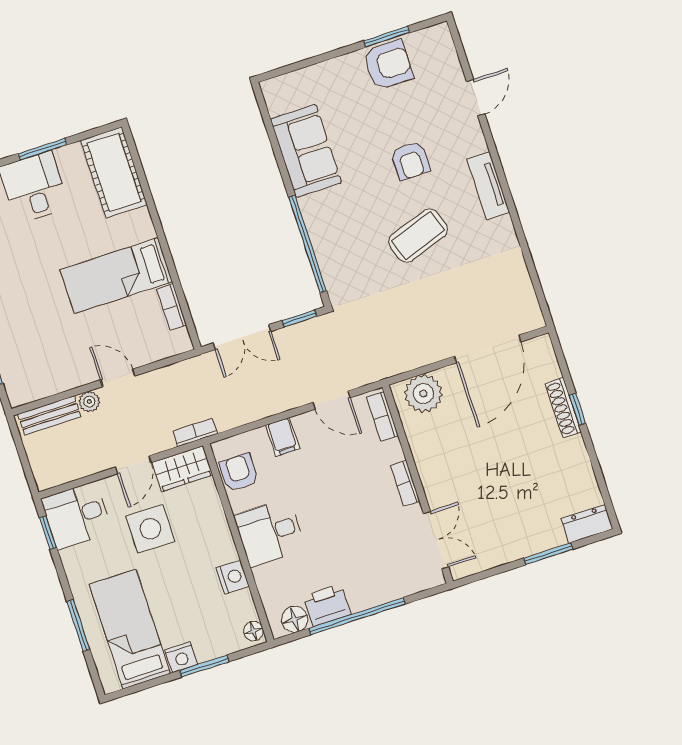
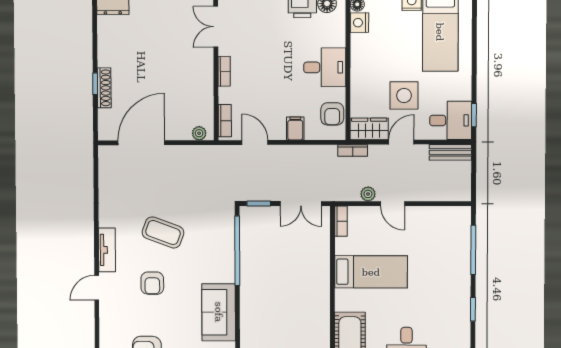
door: (476, 98) -> (97, 288), moved
armchair: (410, 161) -> (152, 283), turned 180
coffee table: (418, 235) -> (163, 232), turned 39
bookcase: (172, 307) -> (341, 221), moved
double door: (242, 337) -> (301, 204), swing flipped
plant: (423, 394) -> (199, 133), width x0.53, depth x0.53
plant: (89, 402) -> (368, 194), moved
bench: (49, 416) -> (450, 152), moved
nightstand: (233, 577) -> (359, 23), moved
window: (78, 626) -> (474, 46), removed

